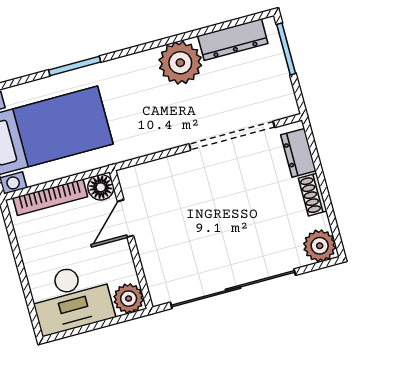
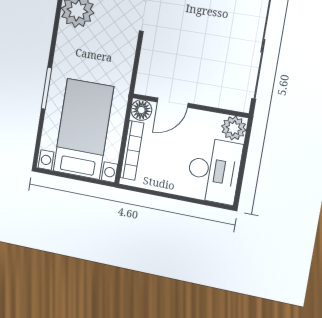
door: (125, 219) -> (173, 103), hinge flipped

